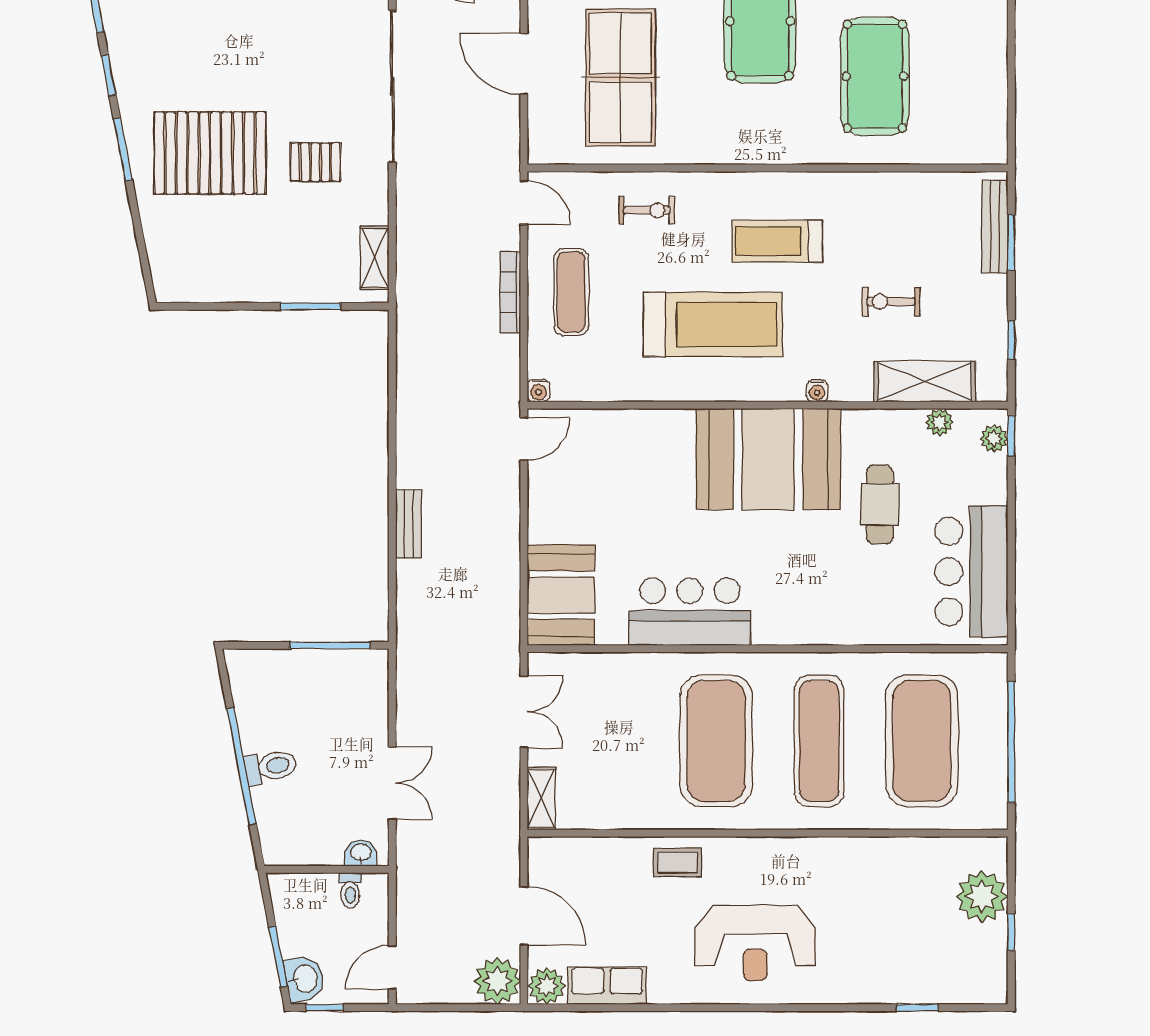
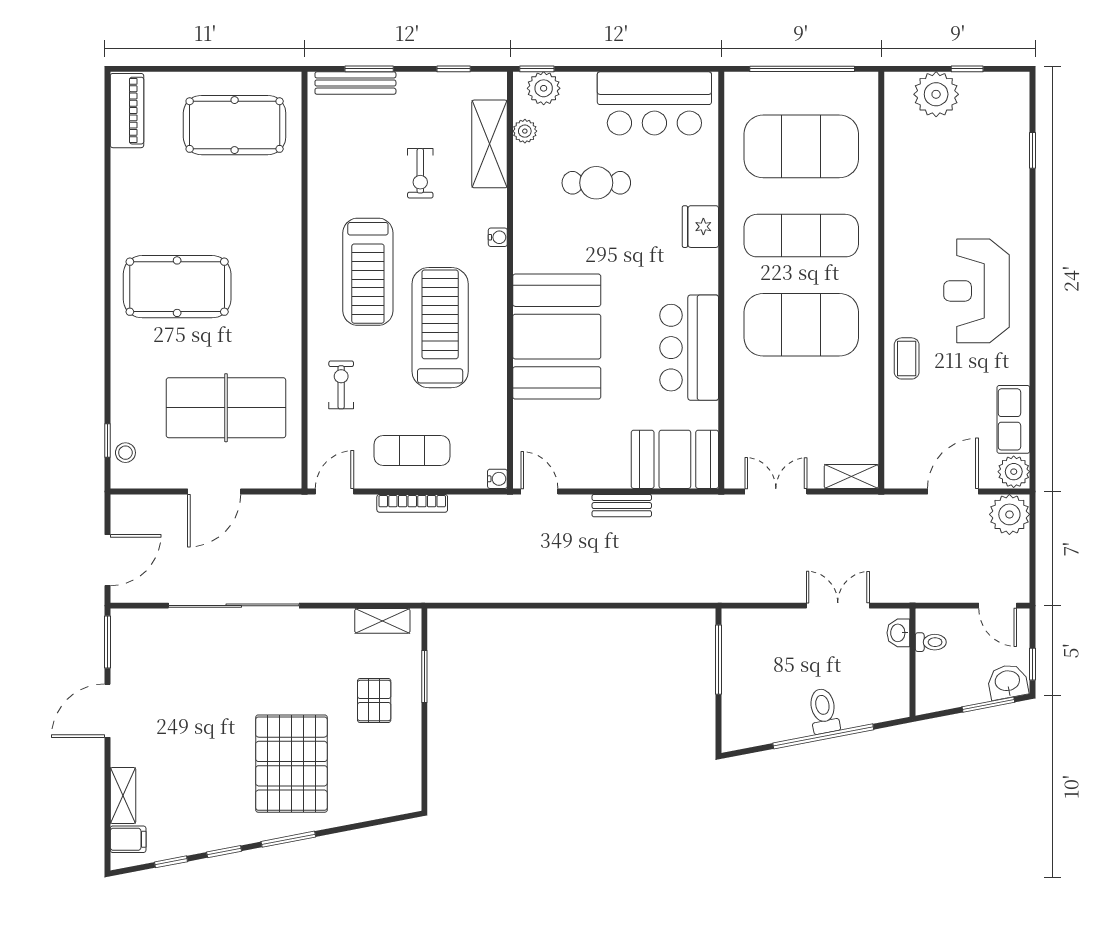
pool table: (875, 76) -> (235, 125), moved
pallet: (315, 162) -> (374, 701), moved
treadmill: (777, 241) -> (368, 272), width x1.37, depth x1.38
plant: (994, 439) -> (544, 88), width x1.38, depth x1.38
booth: (768, 459) -> (557, 337), moved
bench: (409, 524) -> (622, 506), moved
fridge: (829, 625) -> (700, 227), added
reception desk: (755, 943) -> (977, 291), turned 180

